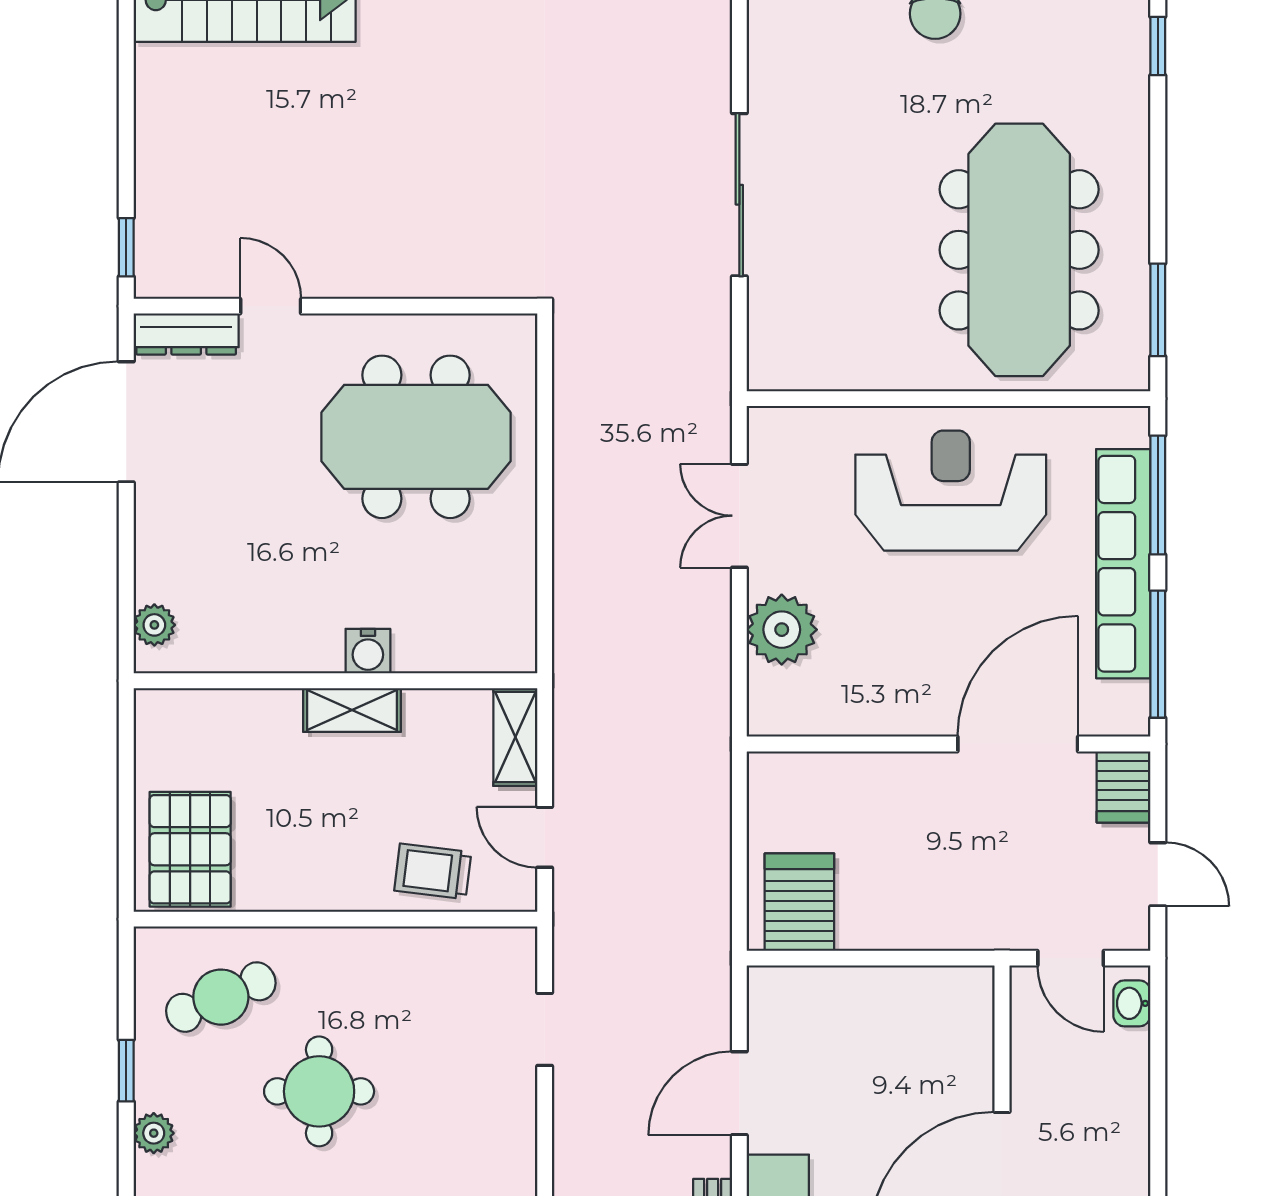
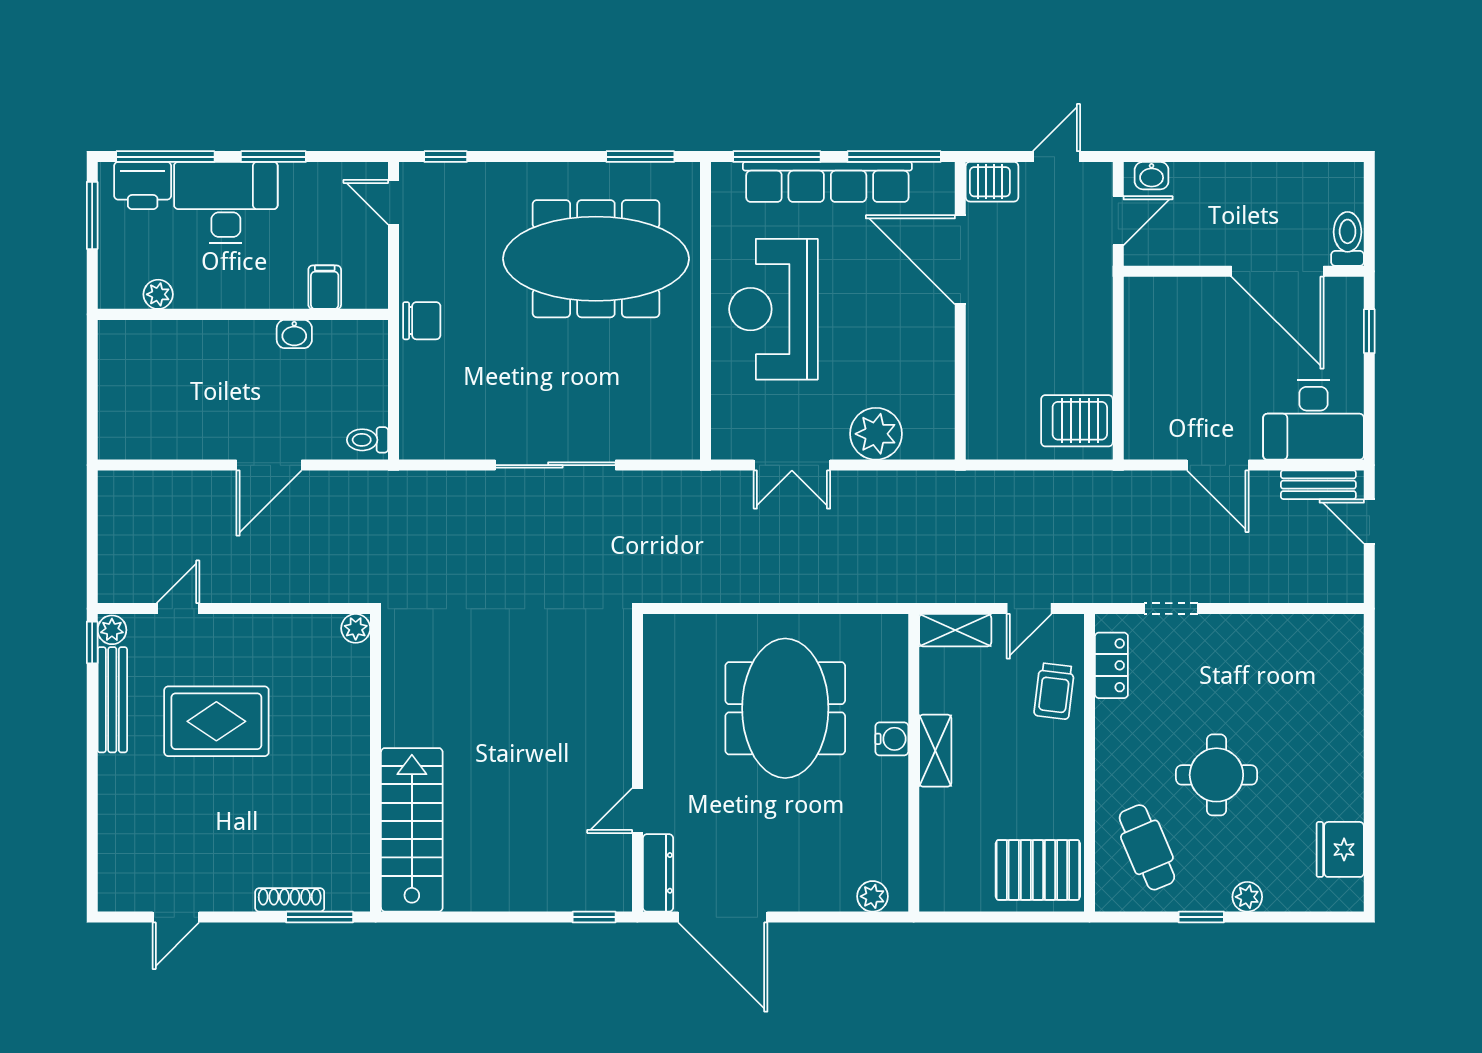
meeting table: (416, 437) -> (785, 708), moved
locker: (468, 949) -> (1111, 665), added

